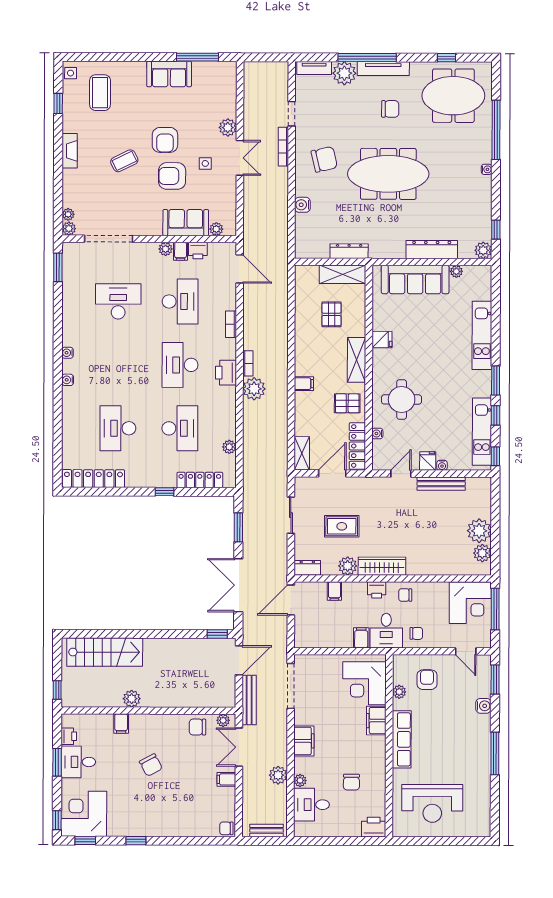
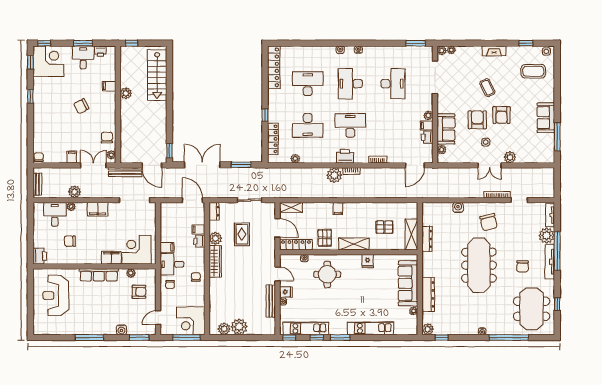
armchair: (165, 140) -> (501, 115), turned -90
desk: (180, 301) -> (350, 84), moved, turned 90
printer: (377, 590) -> (199, 241), moved

